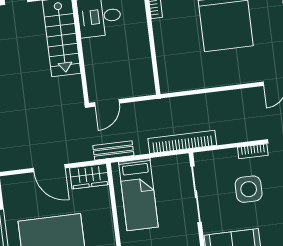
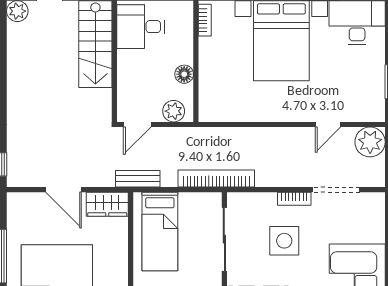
floor lamp: (143, 54) -> (184, 74), added
plant: (138, 87) -> (174, 111), added

